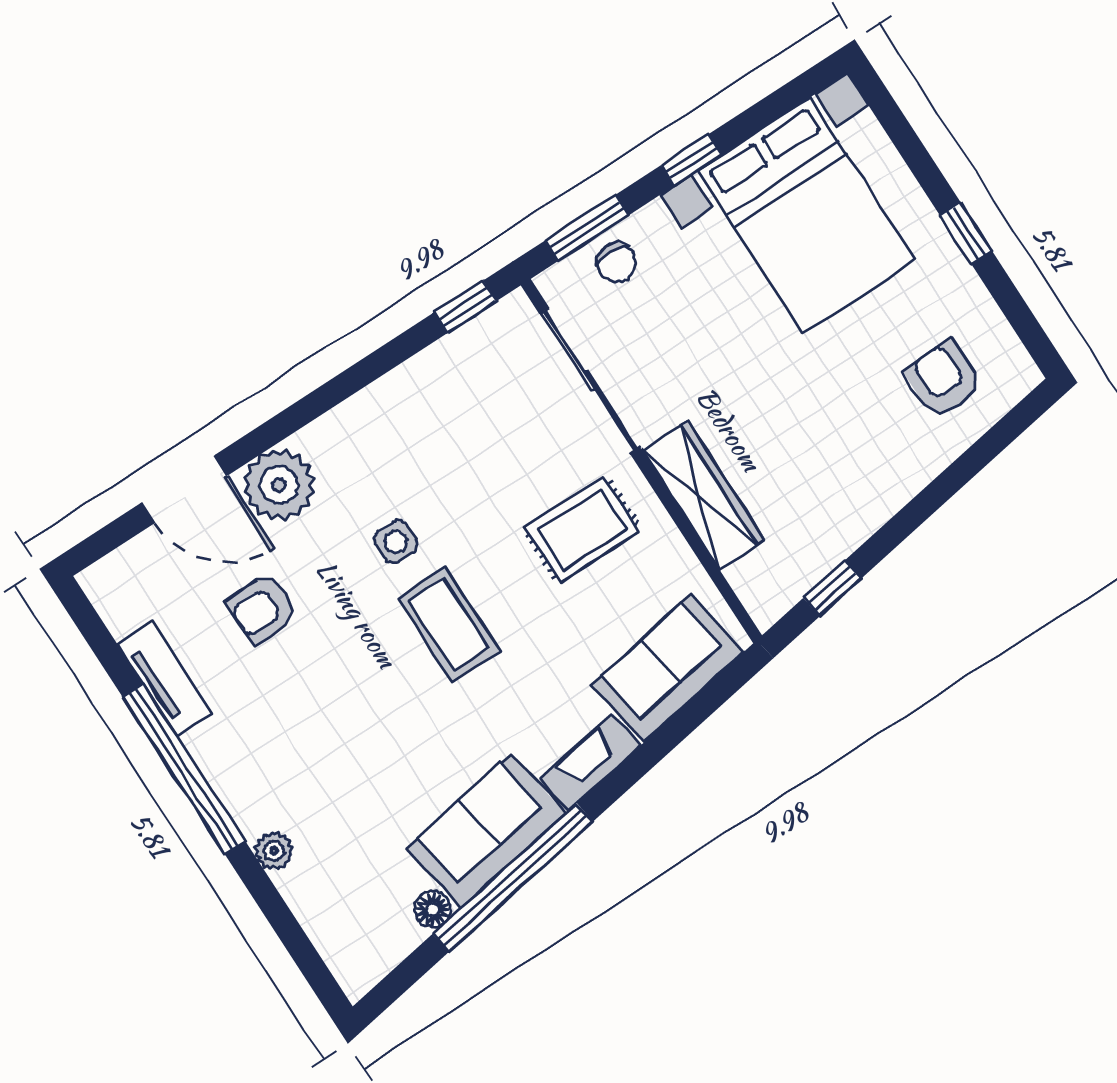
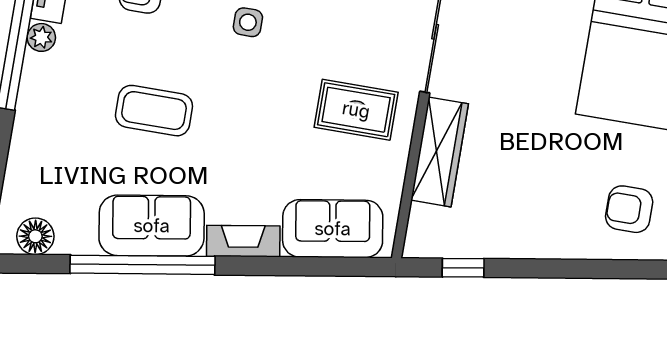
armchair: (943, 379) -> (629, 209), turned -90
coffee table: (449, 624) -> (154, 111), moved, turned 90
plant: (274, 851) -> (41, 37), moved
floor lamp: (433, 909) -> (35, 236), moved, width x1.37, depth x1.37

